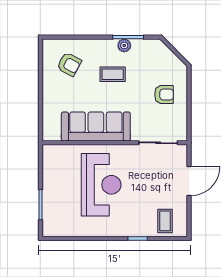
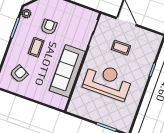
plant: (124, 45) -> (26, 14), moved
armchair: (164, 94) -> (49, 27), moved
coffee table: (165, 221) -> (121, 48), moved

